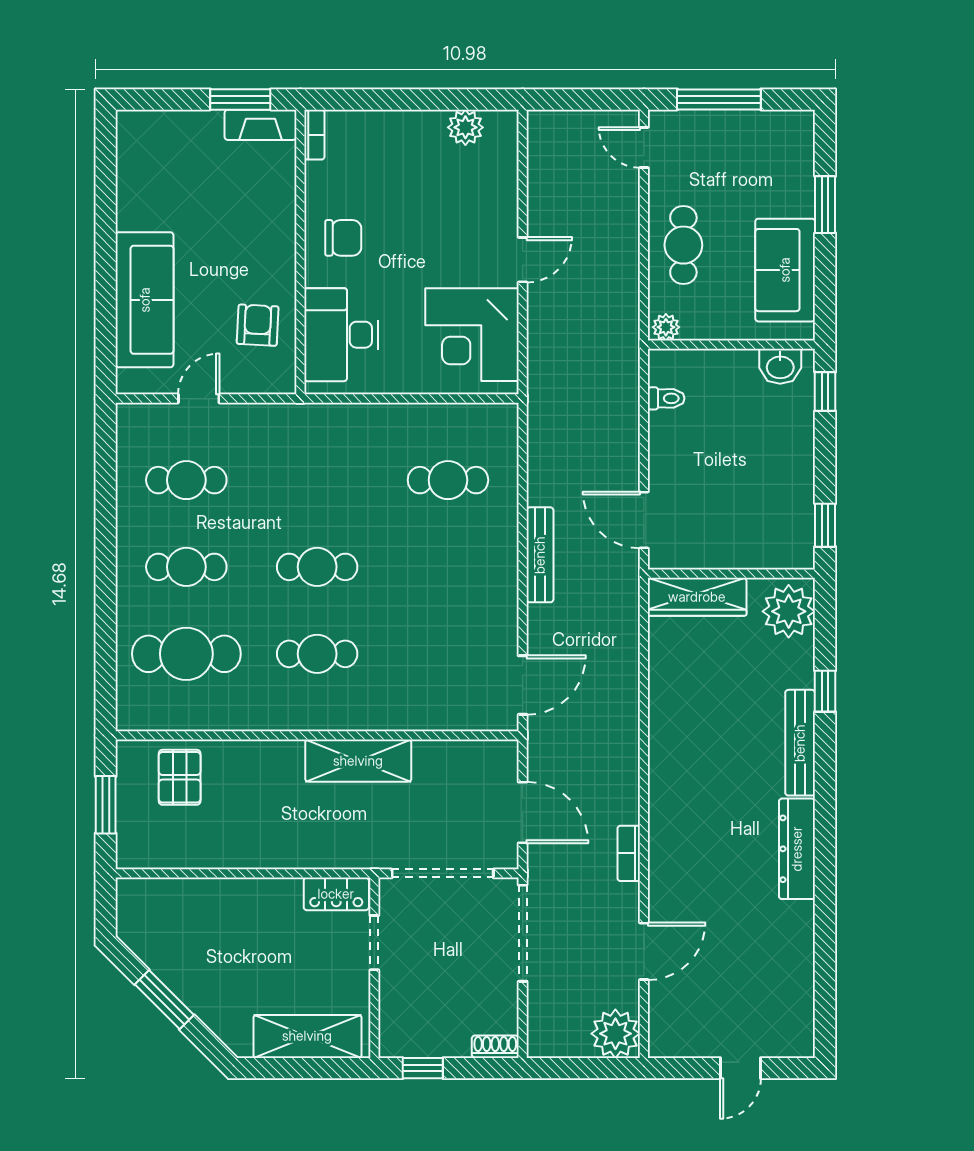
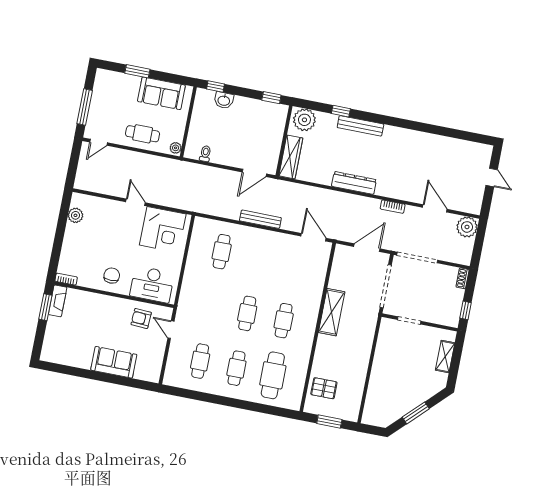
sofa: (145, 300) -> (114, 362), width x0.73
washbasin: (780, 366) -> (224, 100), moved, turned 90
door: (199, 399) -> (171, 330), moved
dresser: (797, 849) -> (354, 183), moved, turned 180
locker: (336, 894) -> (386, 332), removed
shelving: (307, 1036) -> (445, 356), width x0.67, depth x0.75

